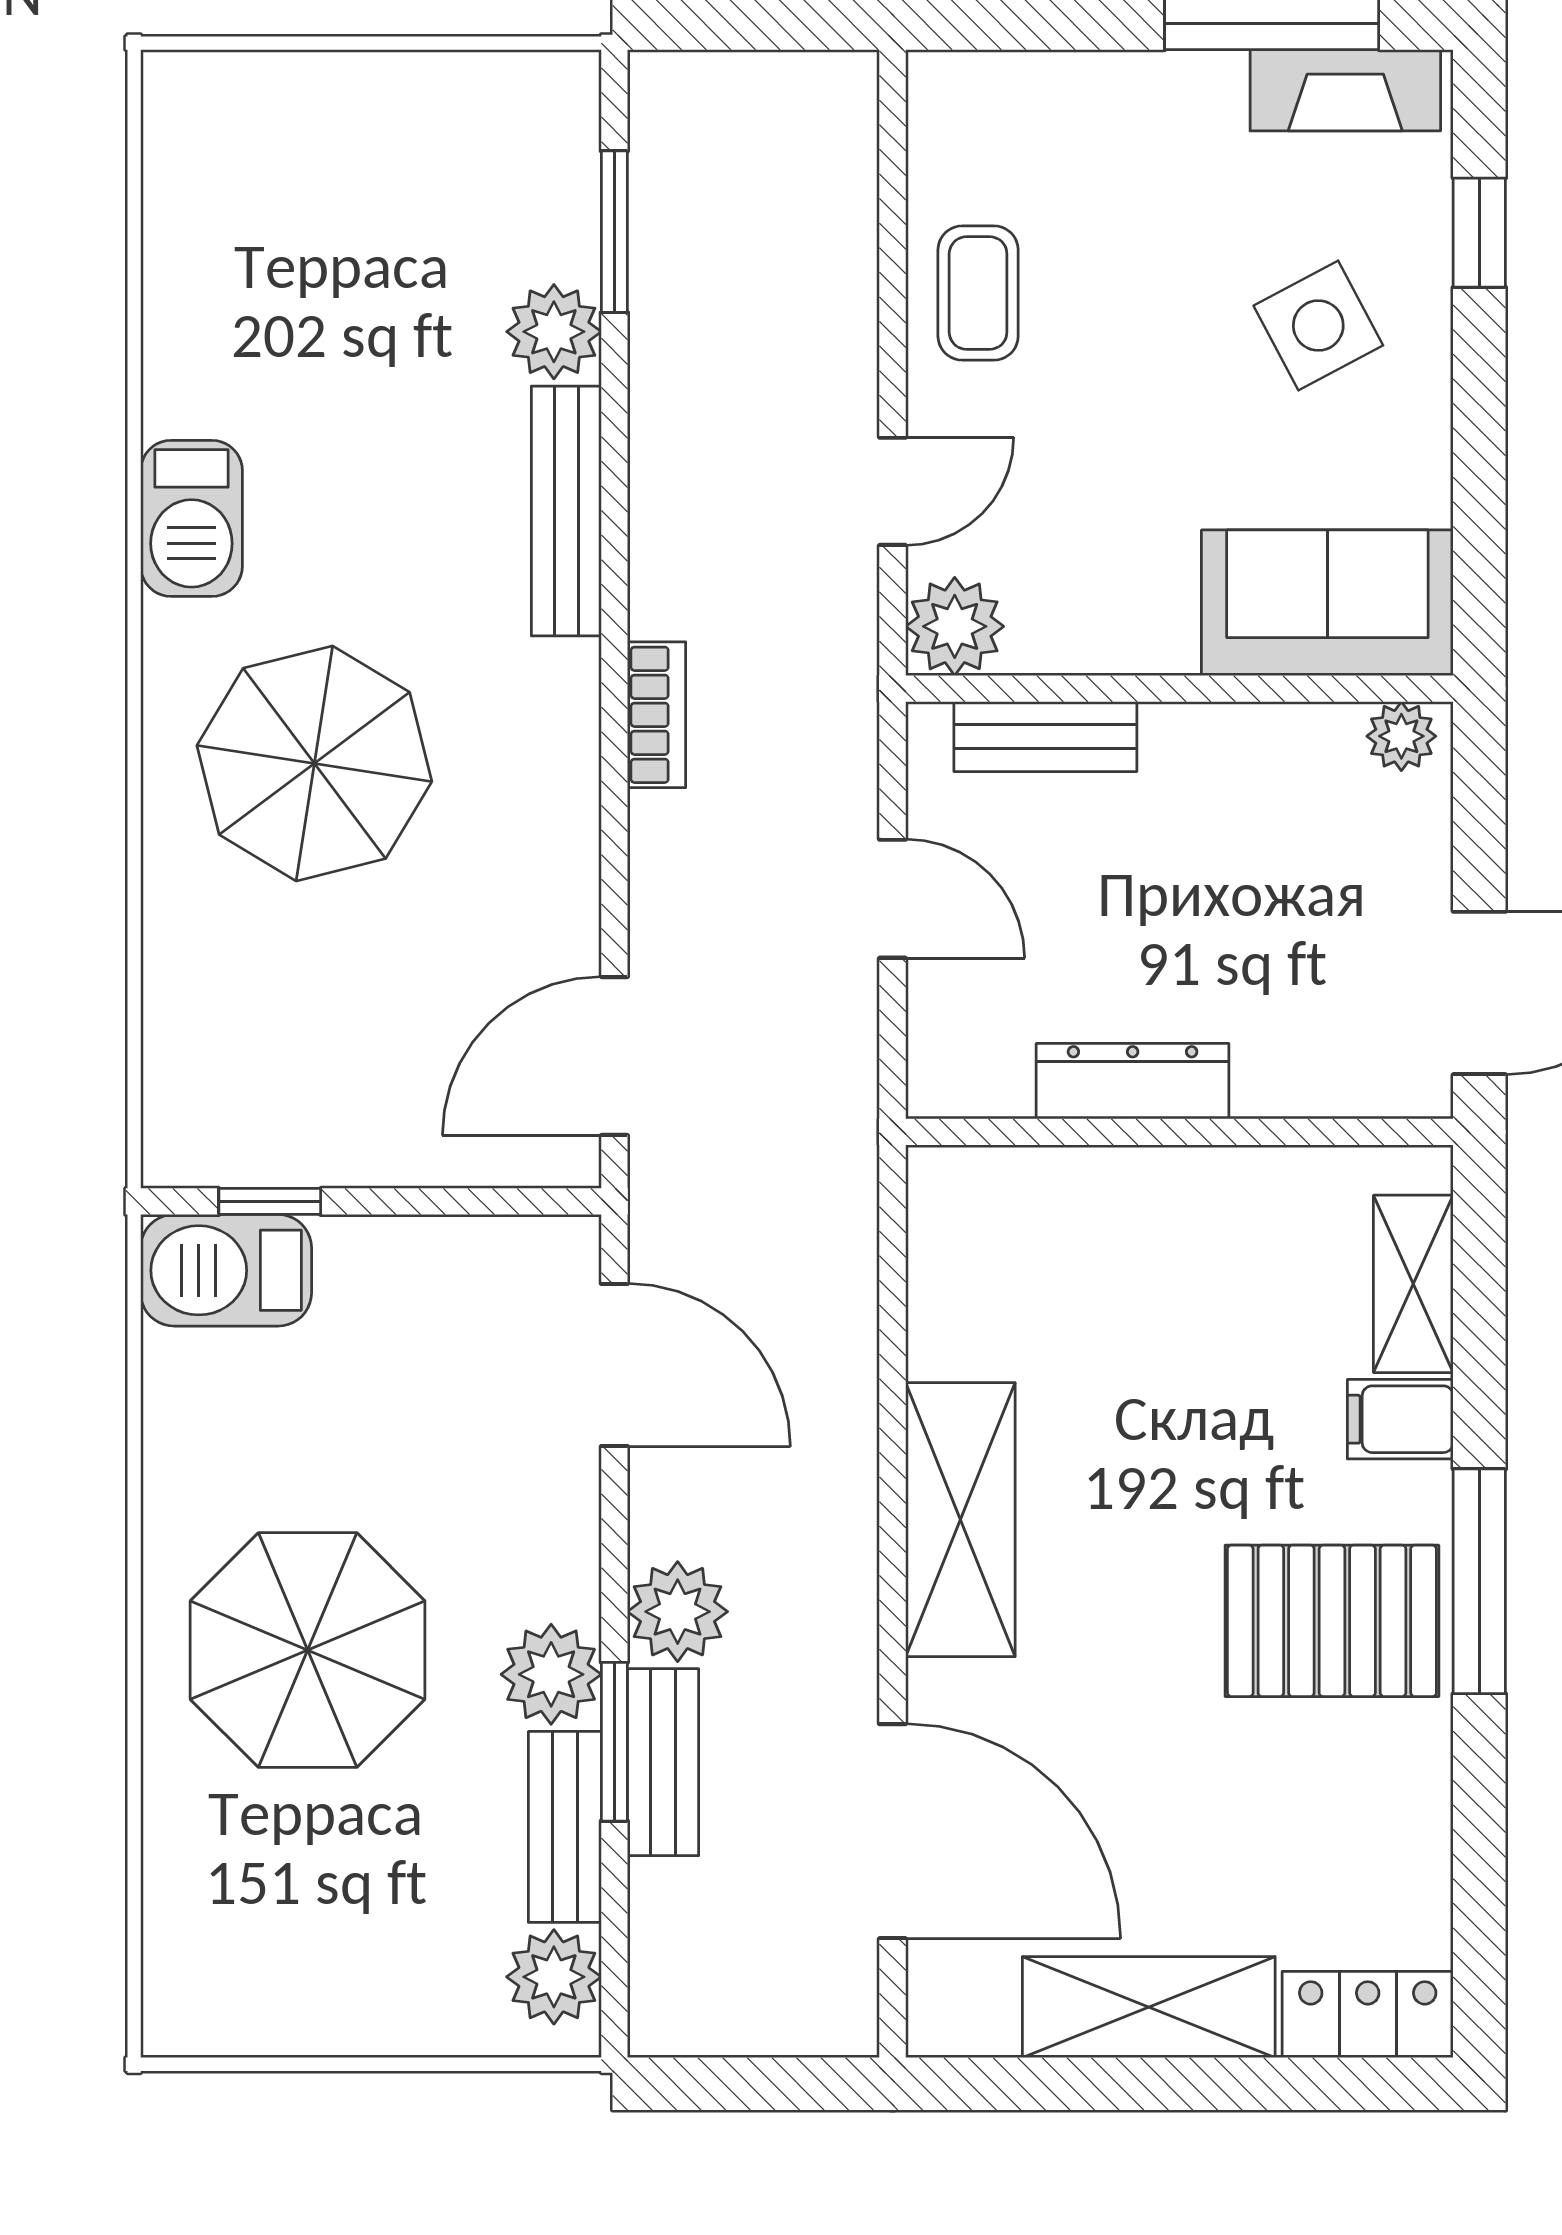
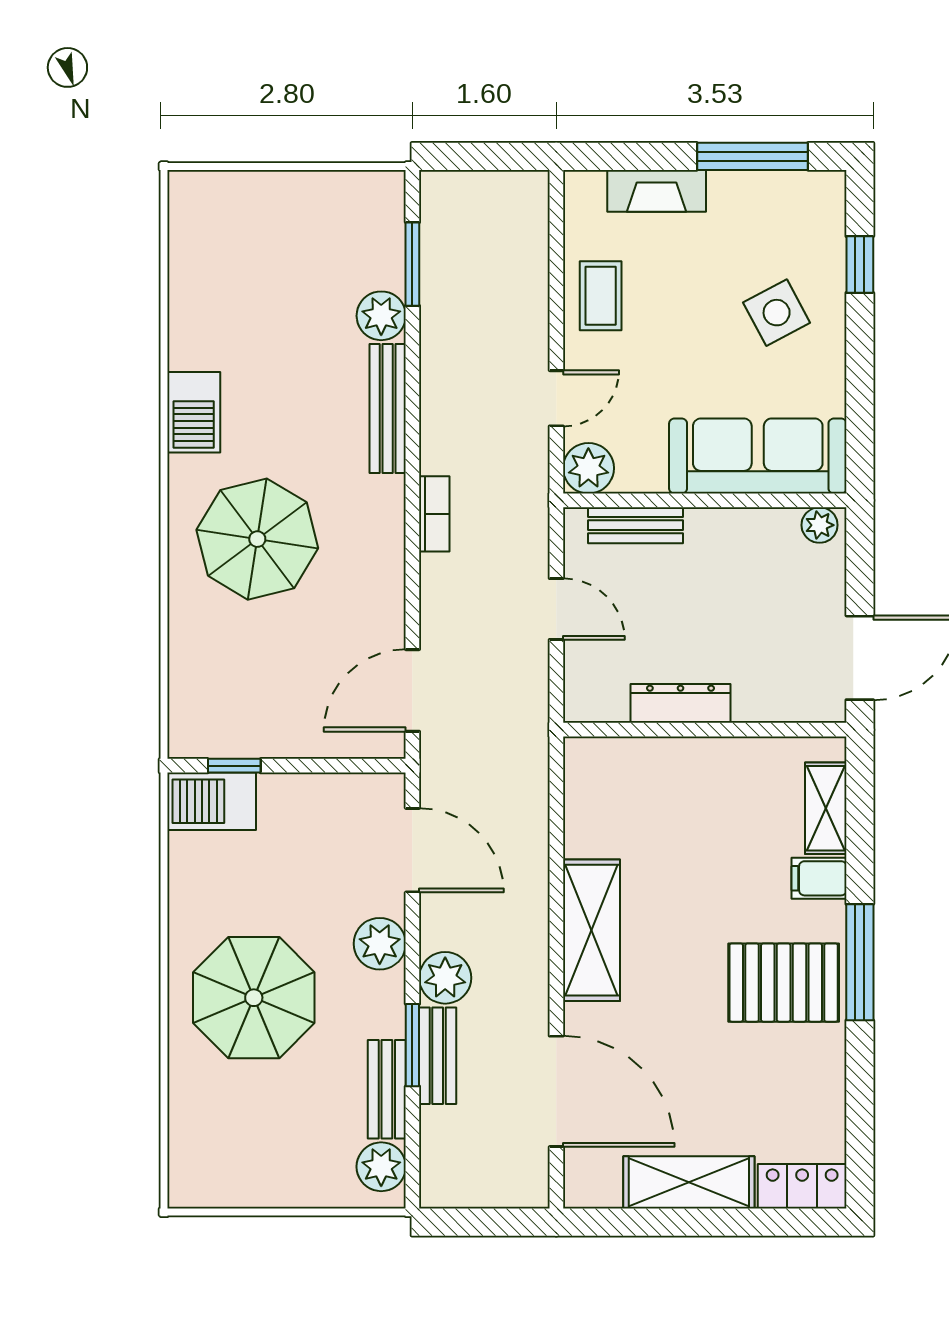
fireplace: (1345, 90) -> (657, 191), moved
sofa: (1327, 603) -> (758, 456), width x1.36
plant: (551, 1674) -> (380, 944), moved

